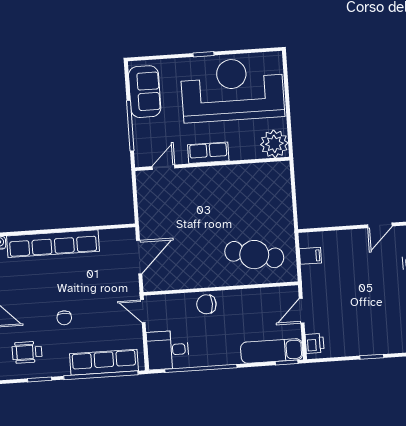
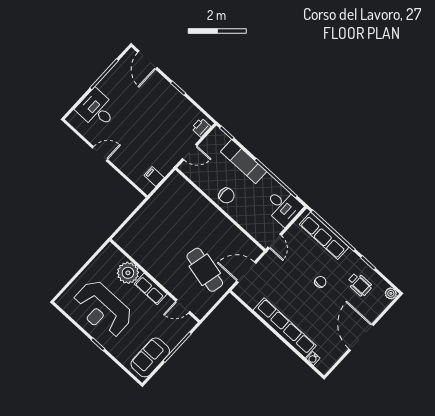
reception desk: (232, 90) -> (102, 309), width x0.74, depth x0.77
plant: (274, 144) -> (128, 273), moved
cafe table: (254, 255) -> (205, 270), moved
chair: (206, 304) -> (226, 196), moved
exam couch: (272, 351) -> (244, 162), moved

